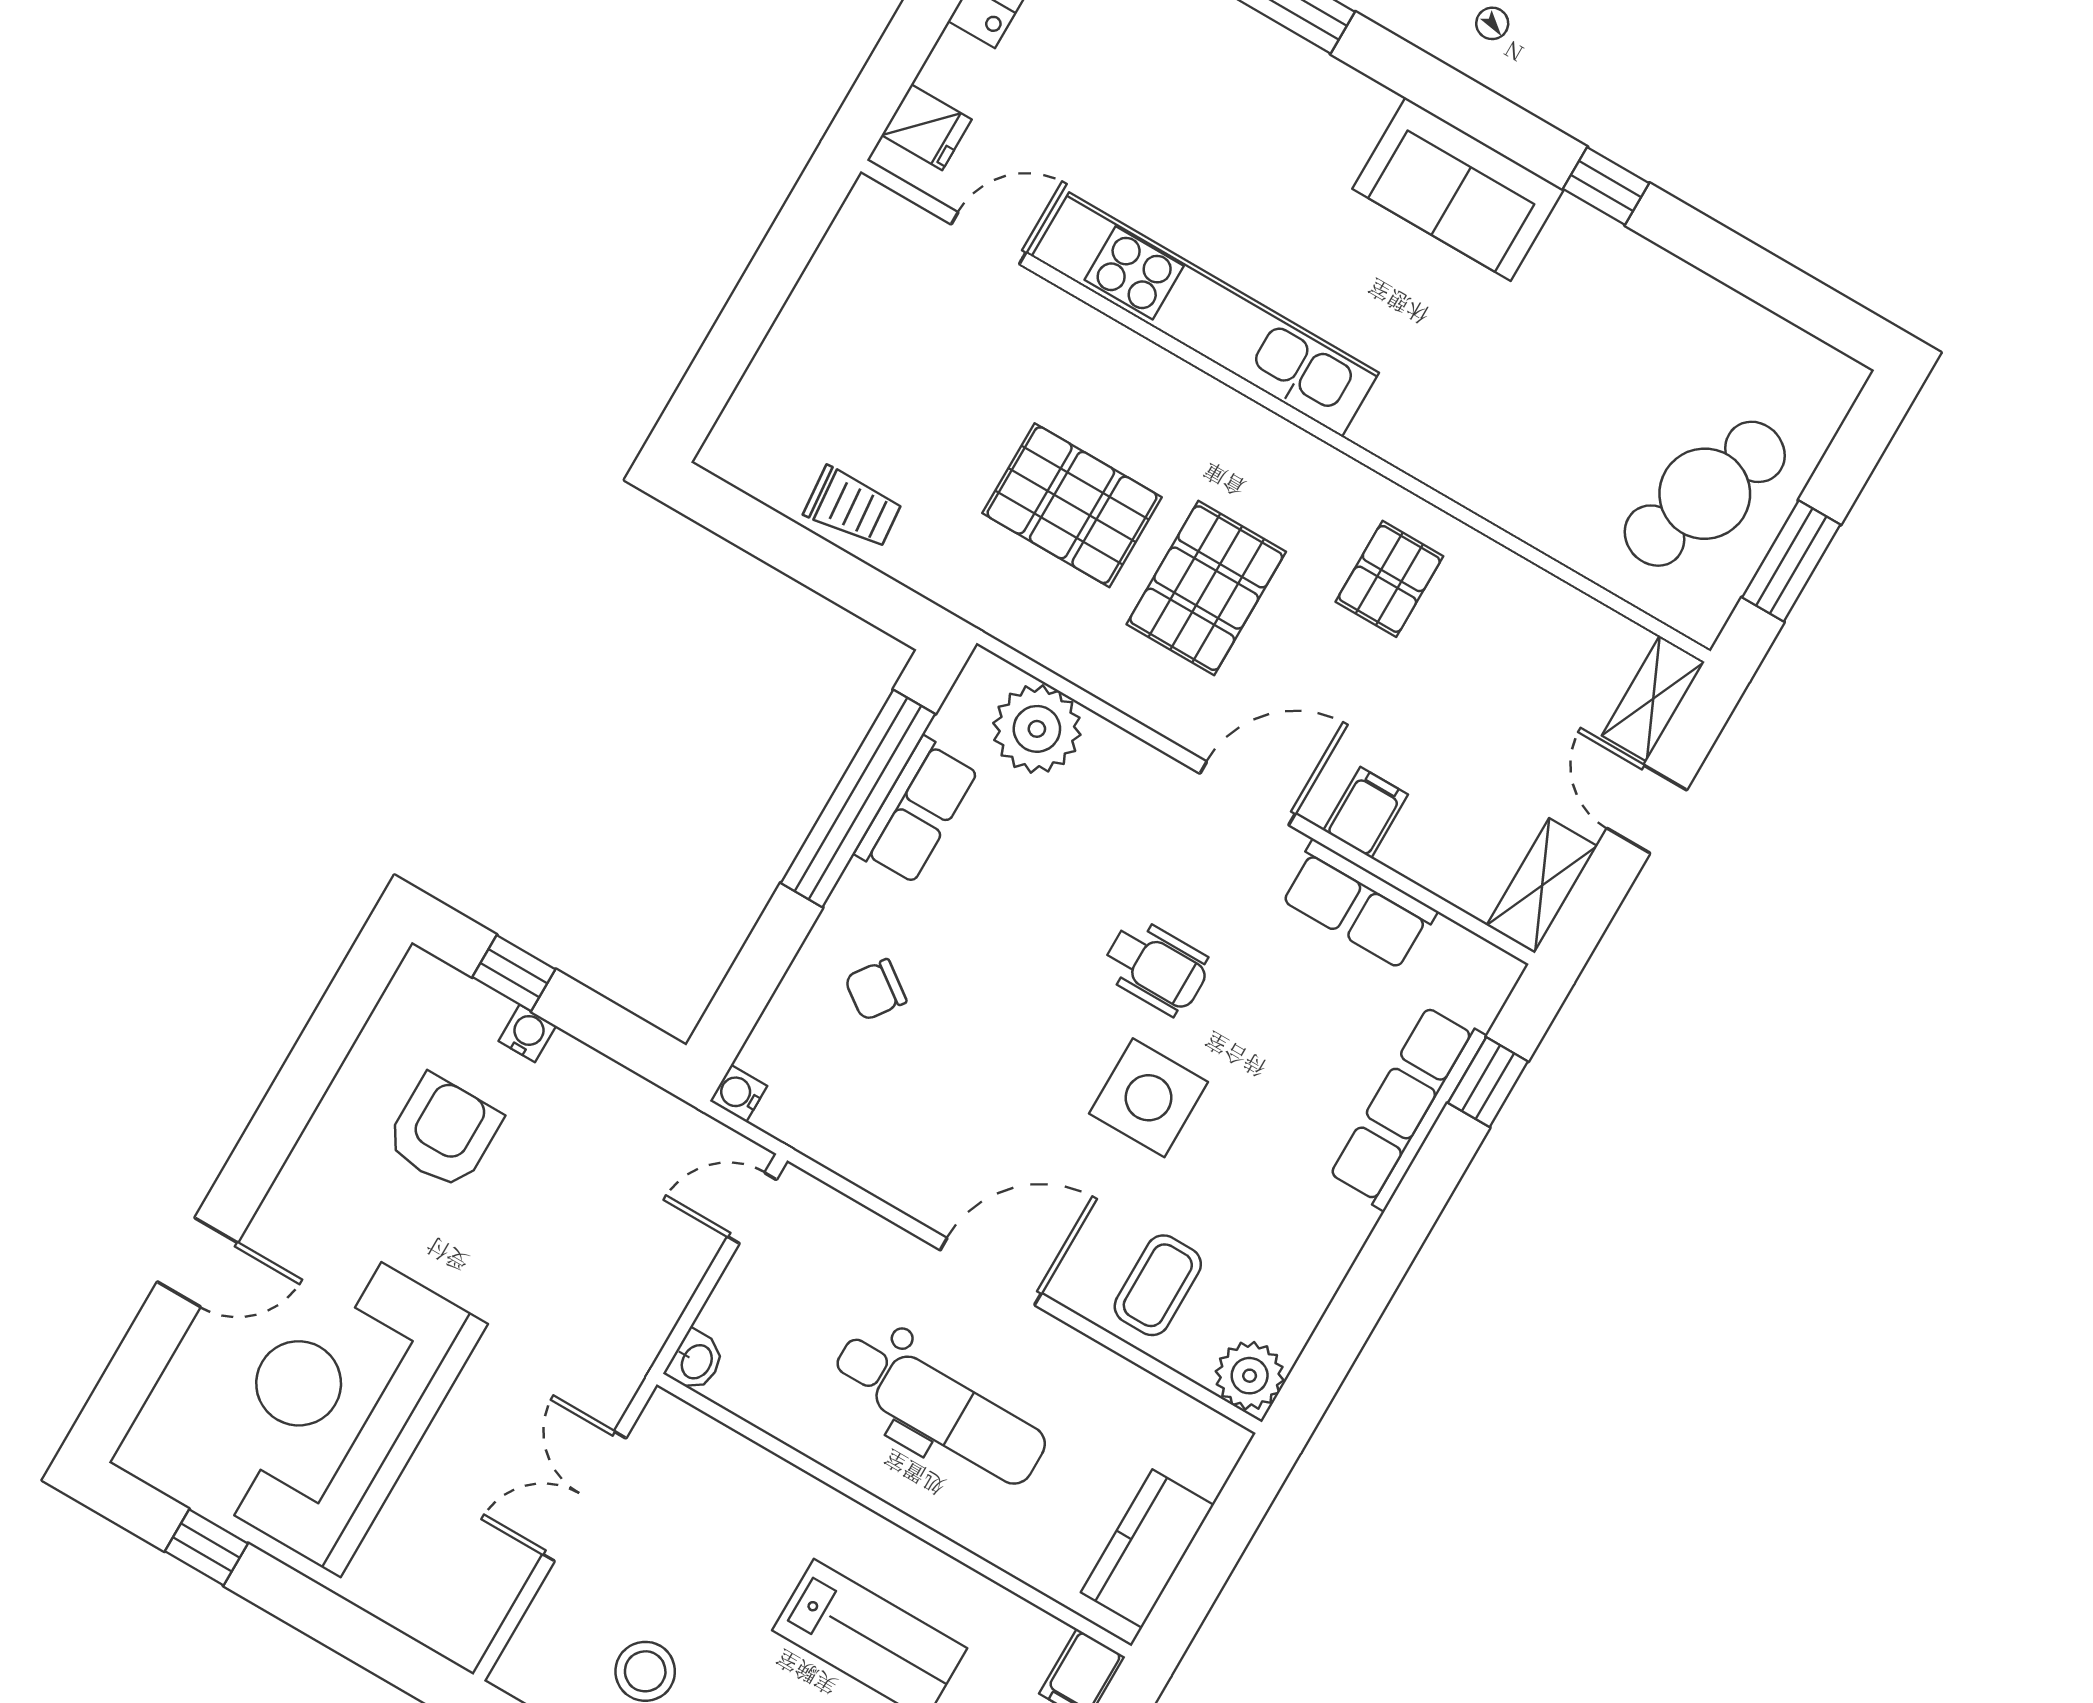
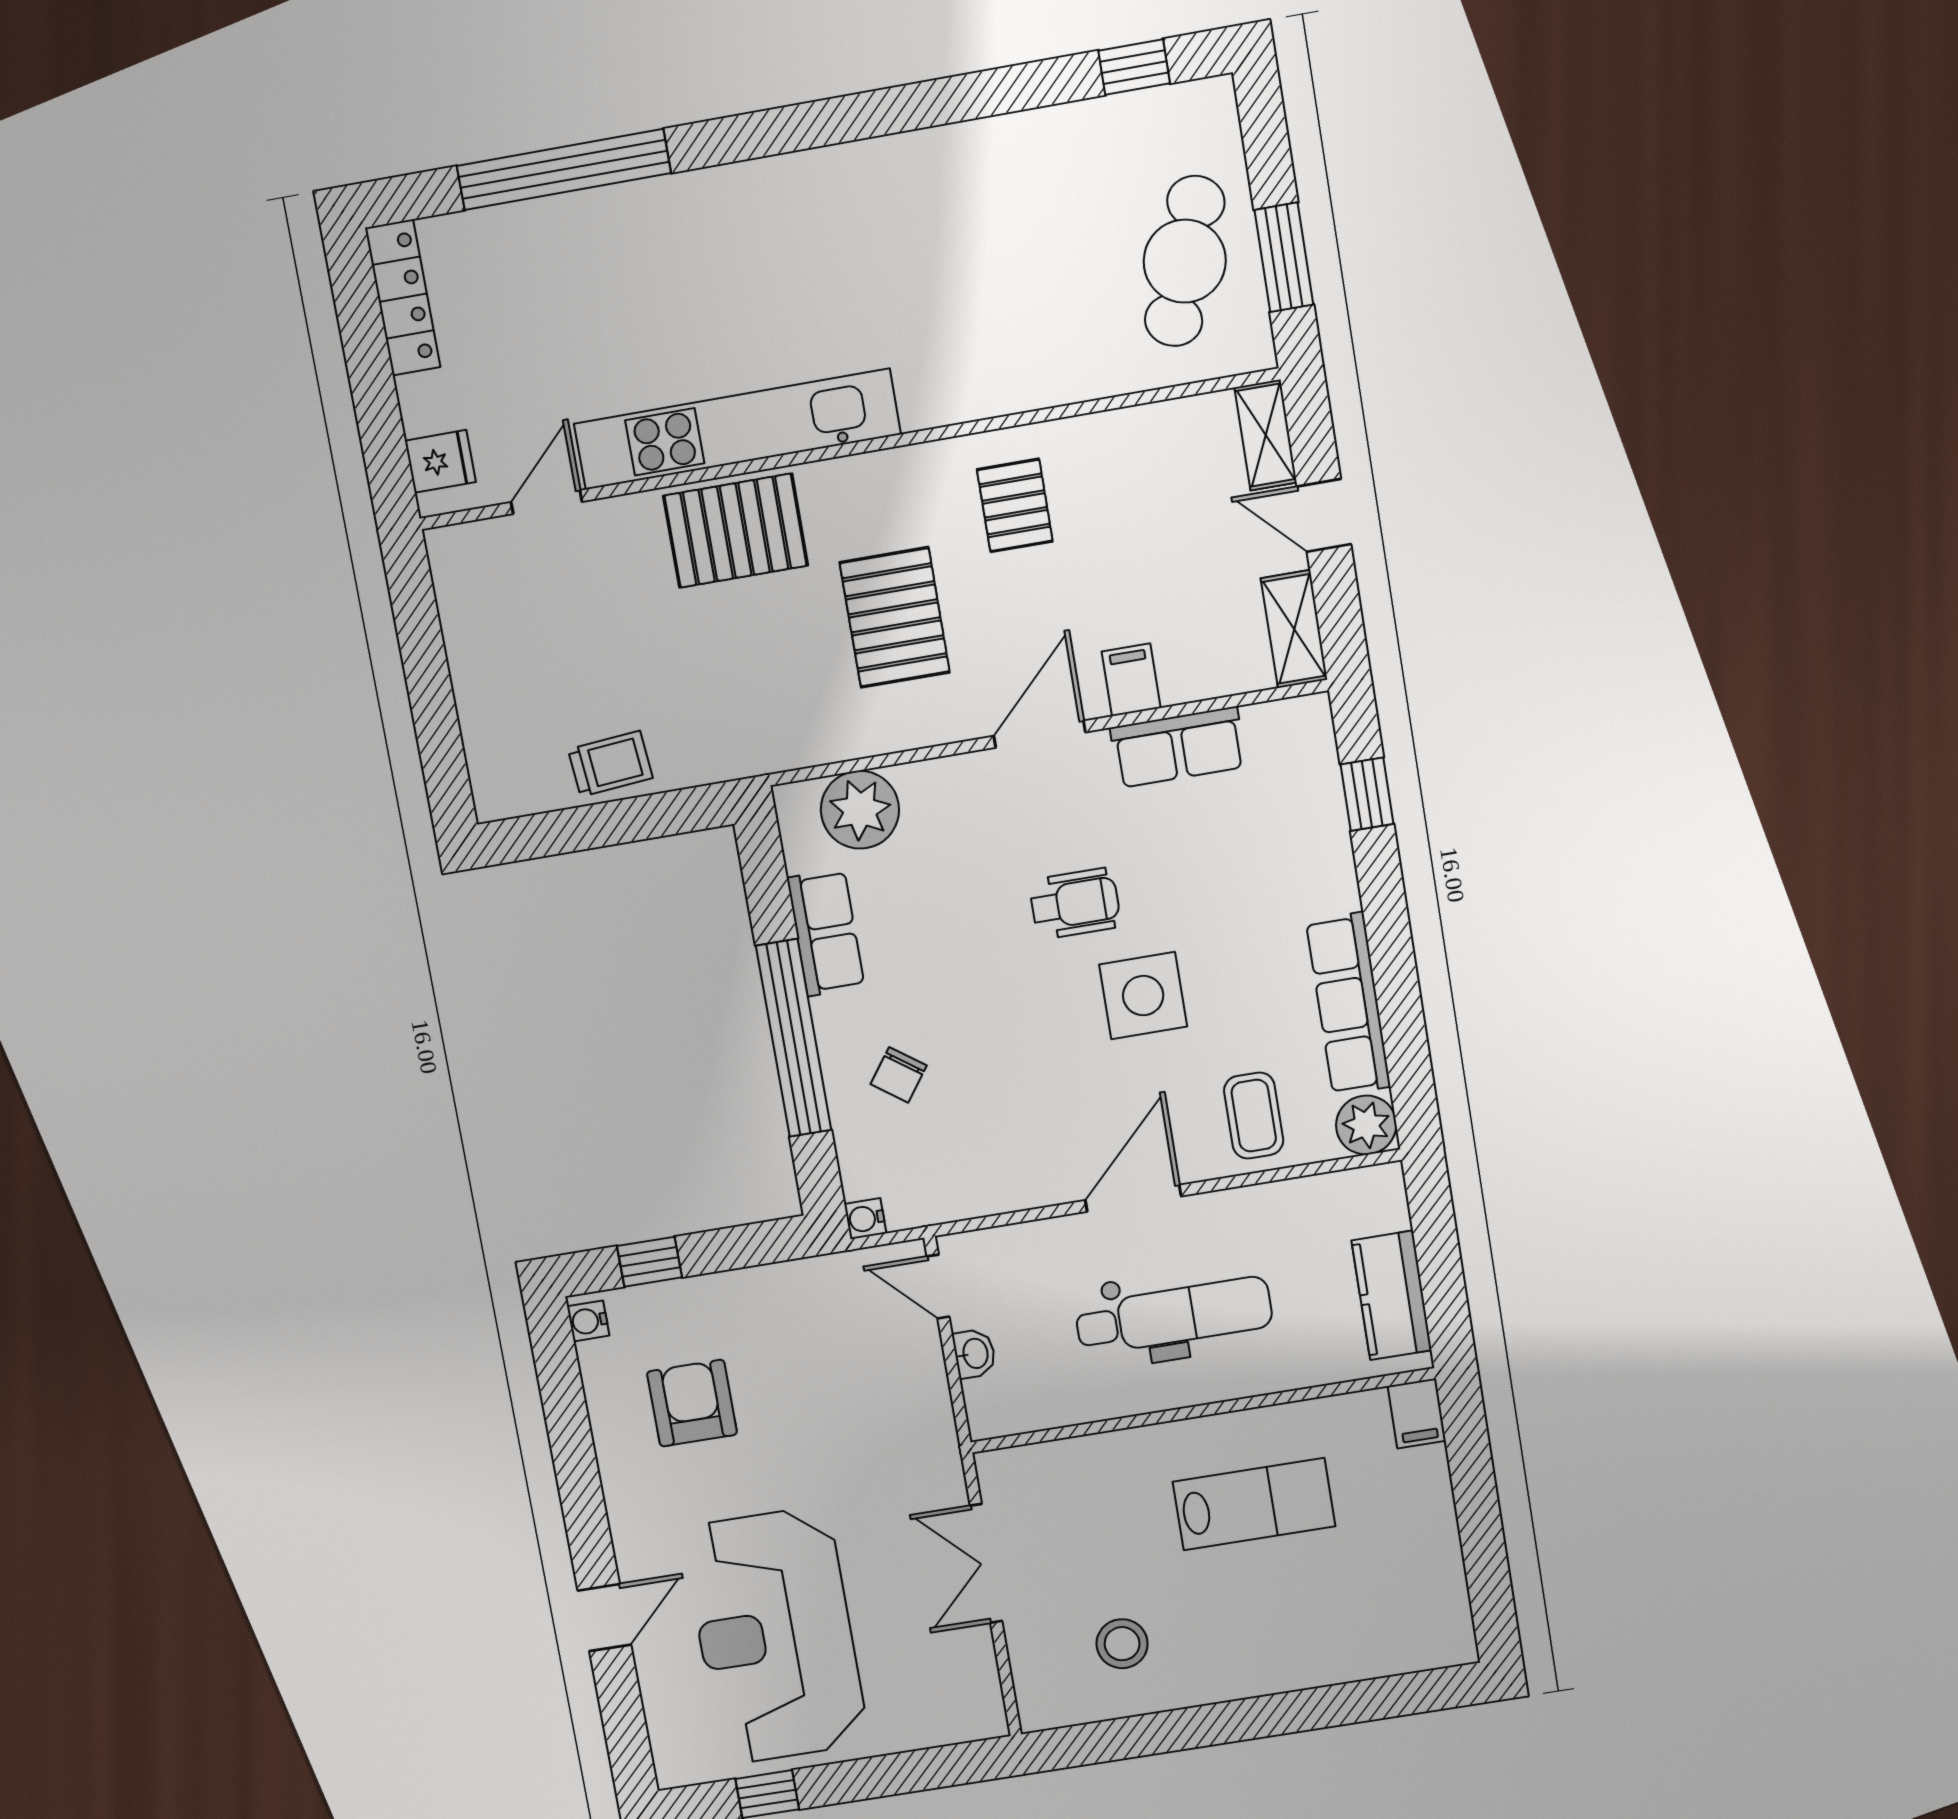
window: (1606, 186) -> (1134, 67), moved
sofa: (1458, 189) -> (838, 193), removed
pallet: (1072, 505) -> (736, 531), moved
window: (858, 799) -> (794, 1038), moved
water cooler: (527, 1033) -> (588, 1321), moved, turned -90
row of seats: (1407, 1107) -> (1348, 1004), moved
door: (752, 1208) -> (938, 1287), hinge flipped
washbasin: (696, 1361) -> (974, 1354), moved

